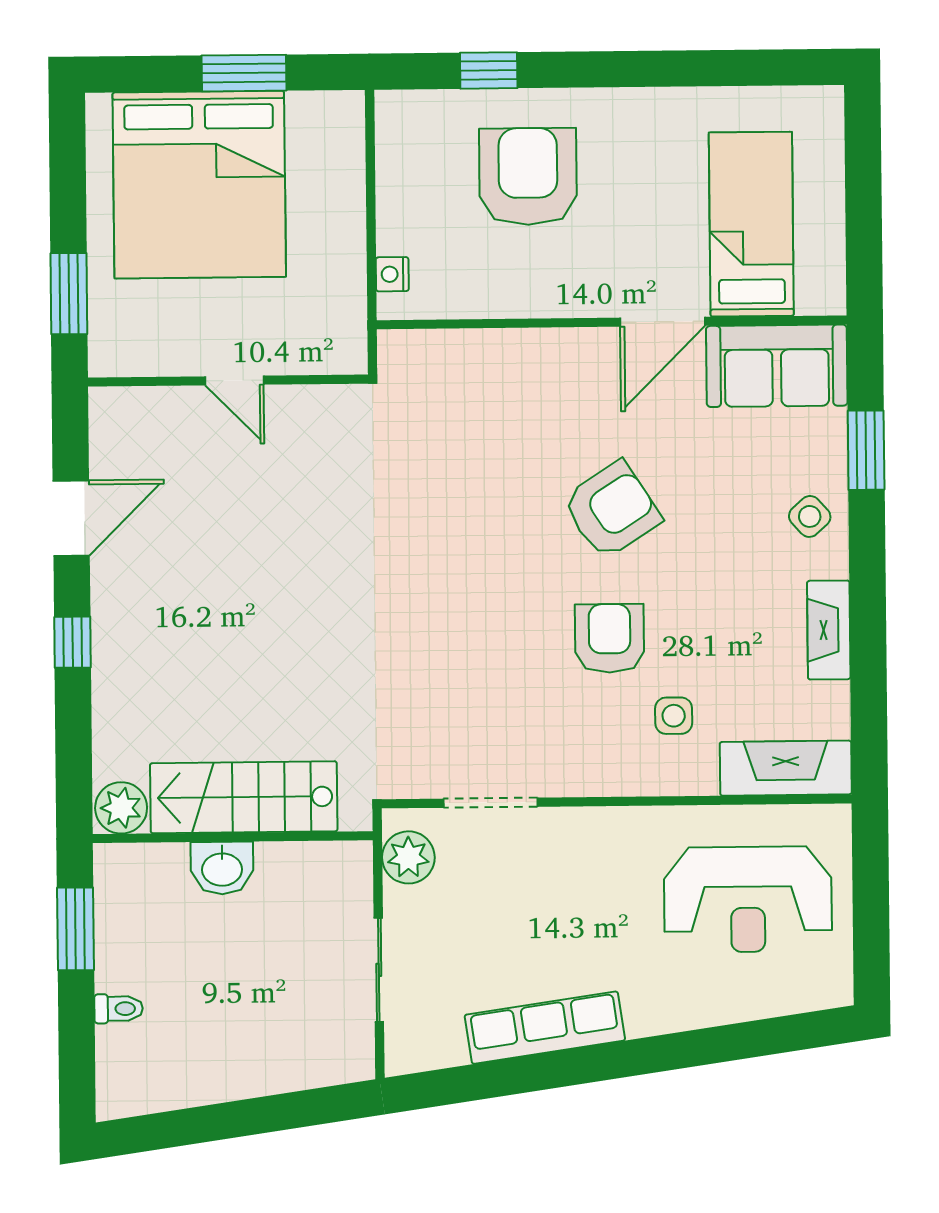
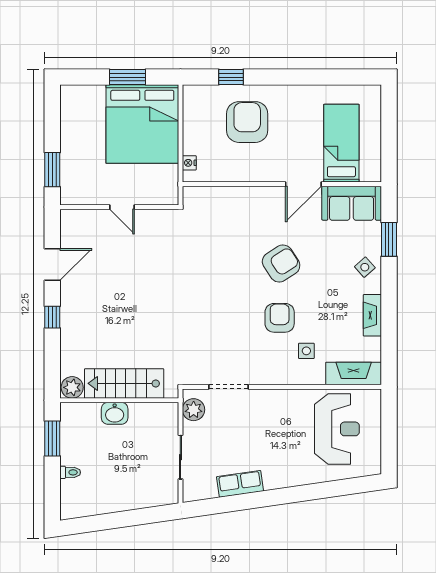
bed: (199, 185) -> (142, 124), moved
reception desk: (748, 899) -> (337, 429), turned -90
row of seats: (545, 1028) -> (240, 484), width x0.68

